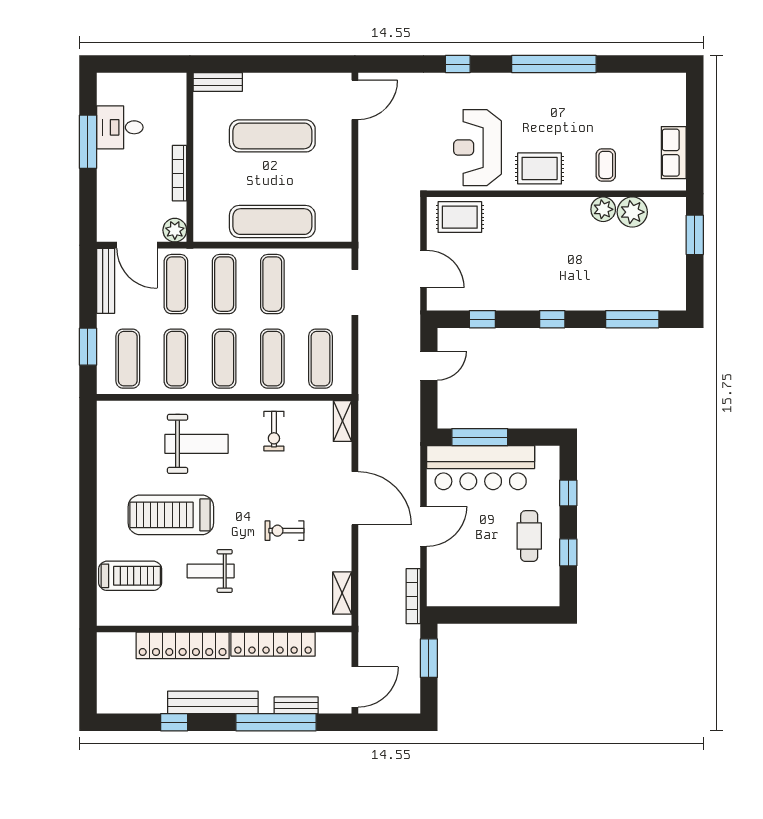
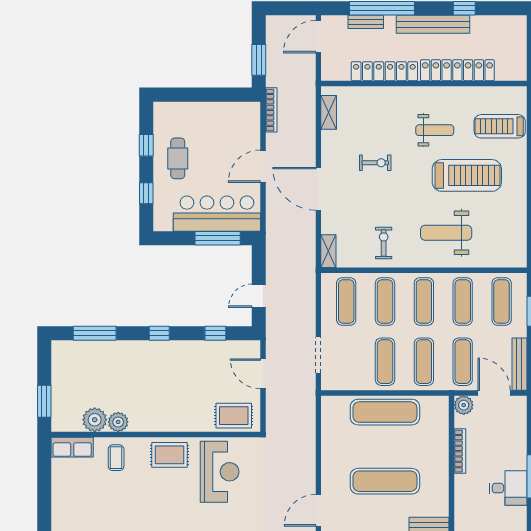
row of seats: (674, 153) -> (72, 447), moved, turned 90

